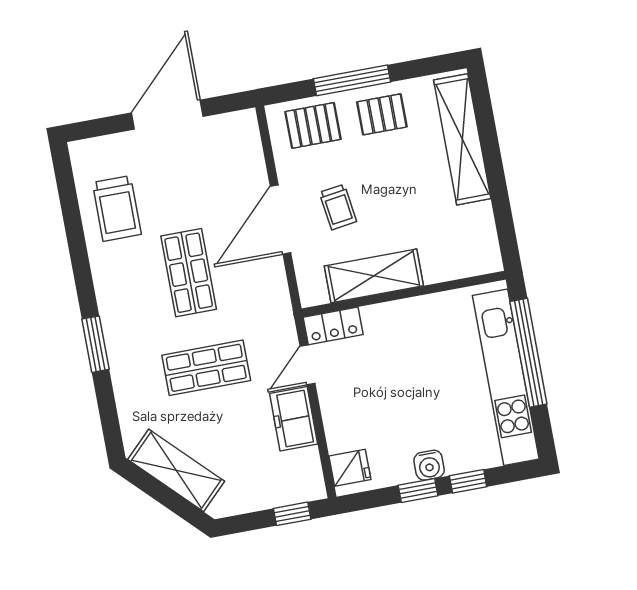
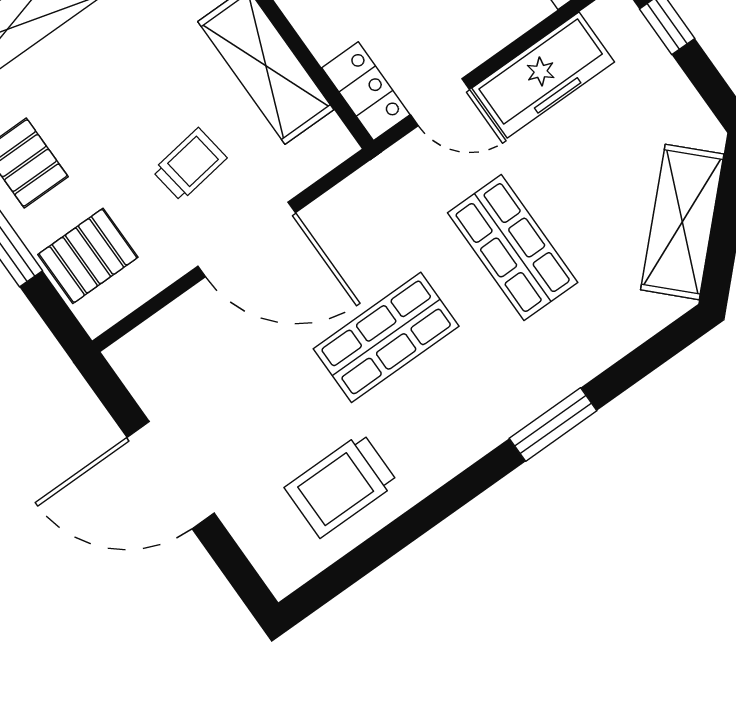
pallet: (313, 125) -> (88, 256), turned 90
trolley: (117, 208) -> (341, 485), turned 180
freezer: (294, 419) -> (543, 75), width x1.40

